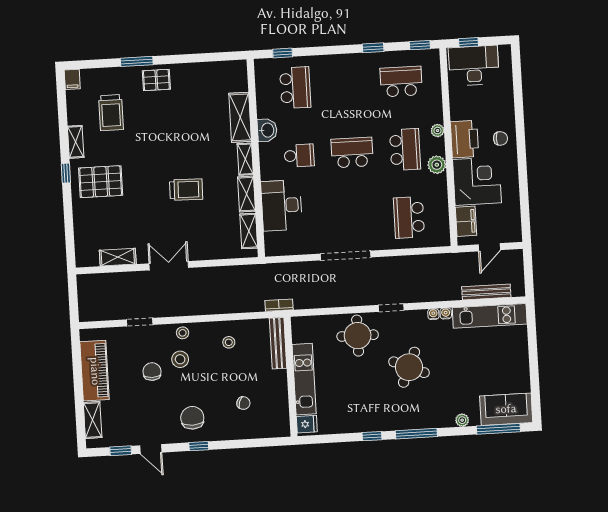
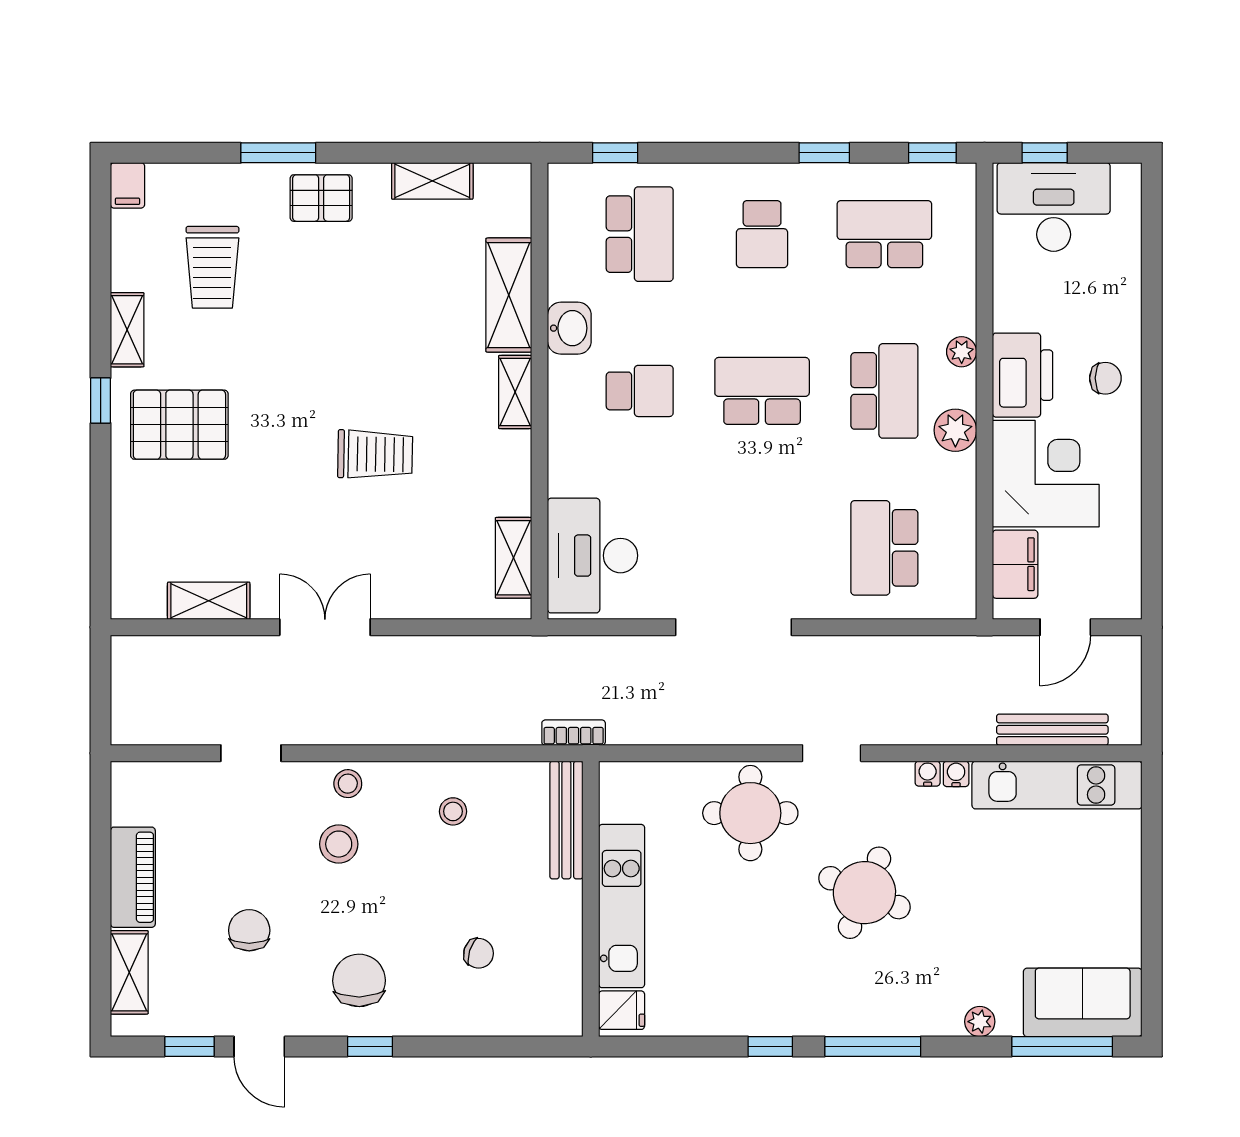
school desk: (348, 85) -> (762, 234), added
shelving: (246, 194) -> (432, 181), moved, turned 90
desk: (282, 205) -> (593, 556), moved
piano: (95, 371) -> (133, 877), width x0.73, depth x0.75
chair: (152, 372) -> (249, 930), moved

